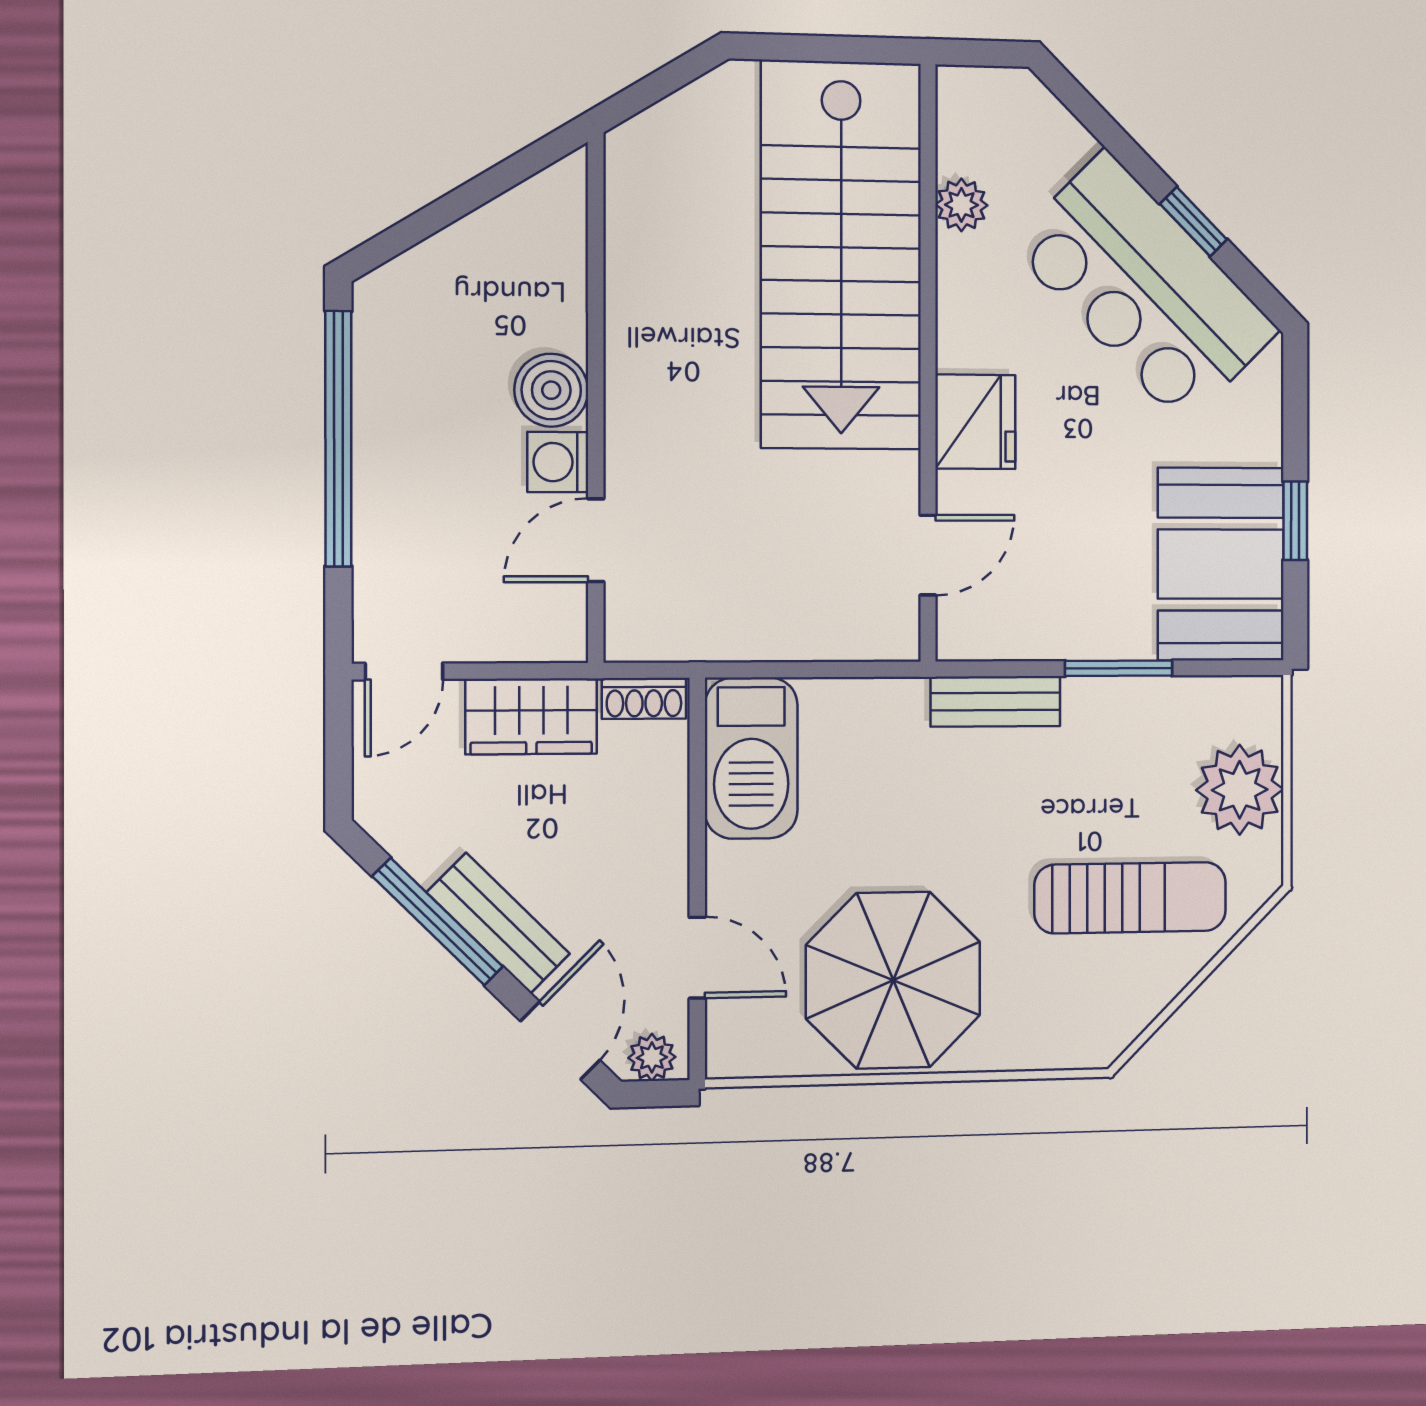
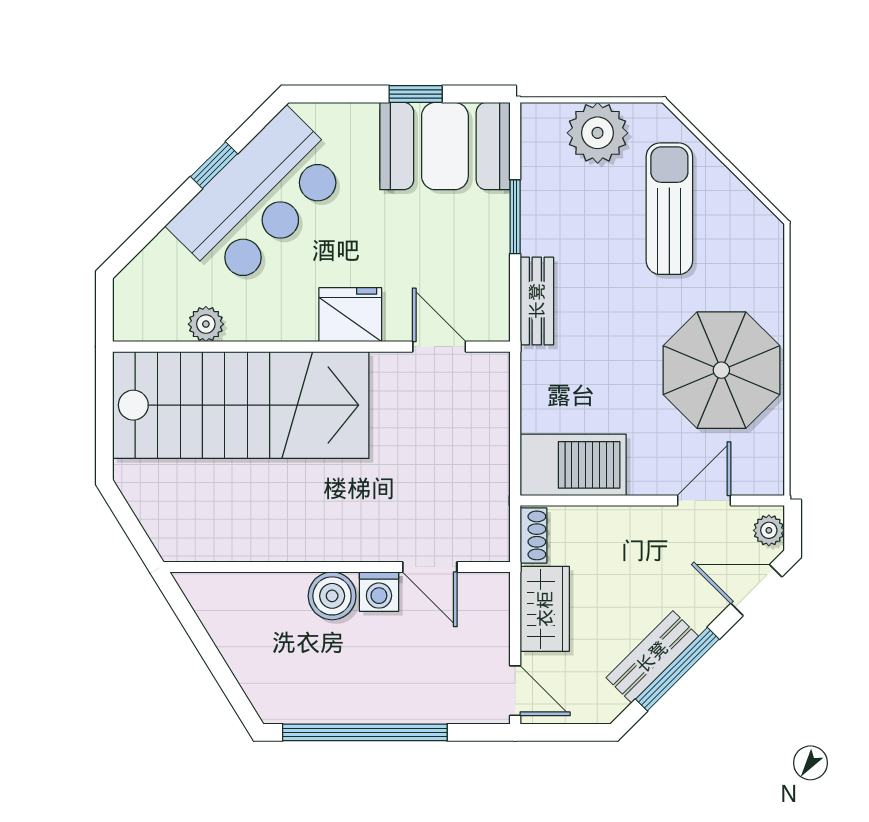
bench: (498, 923) -> (652, 657), moved

